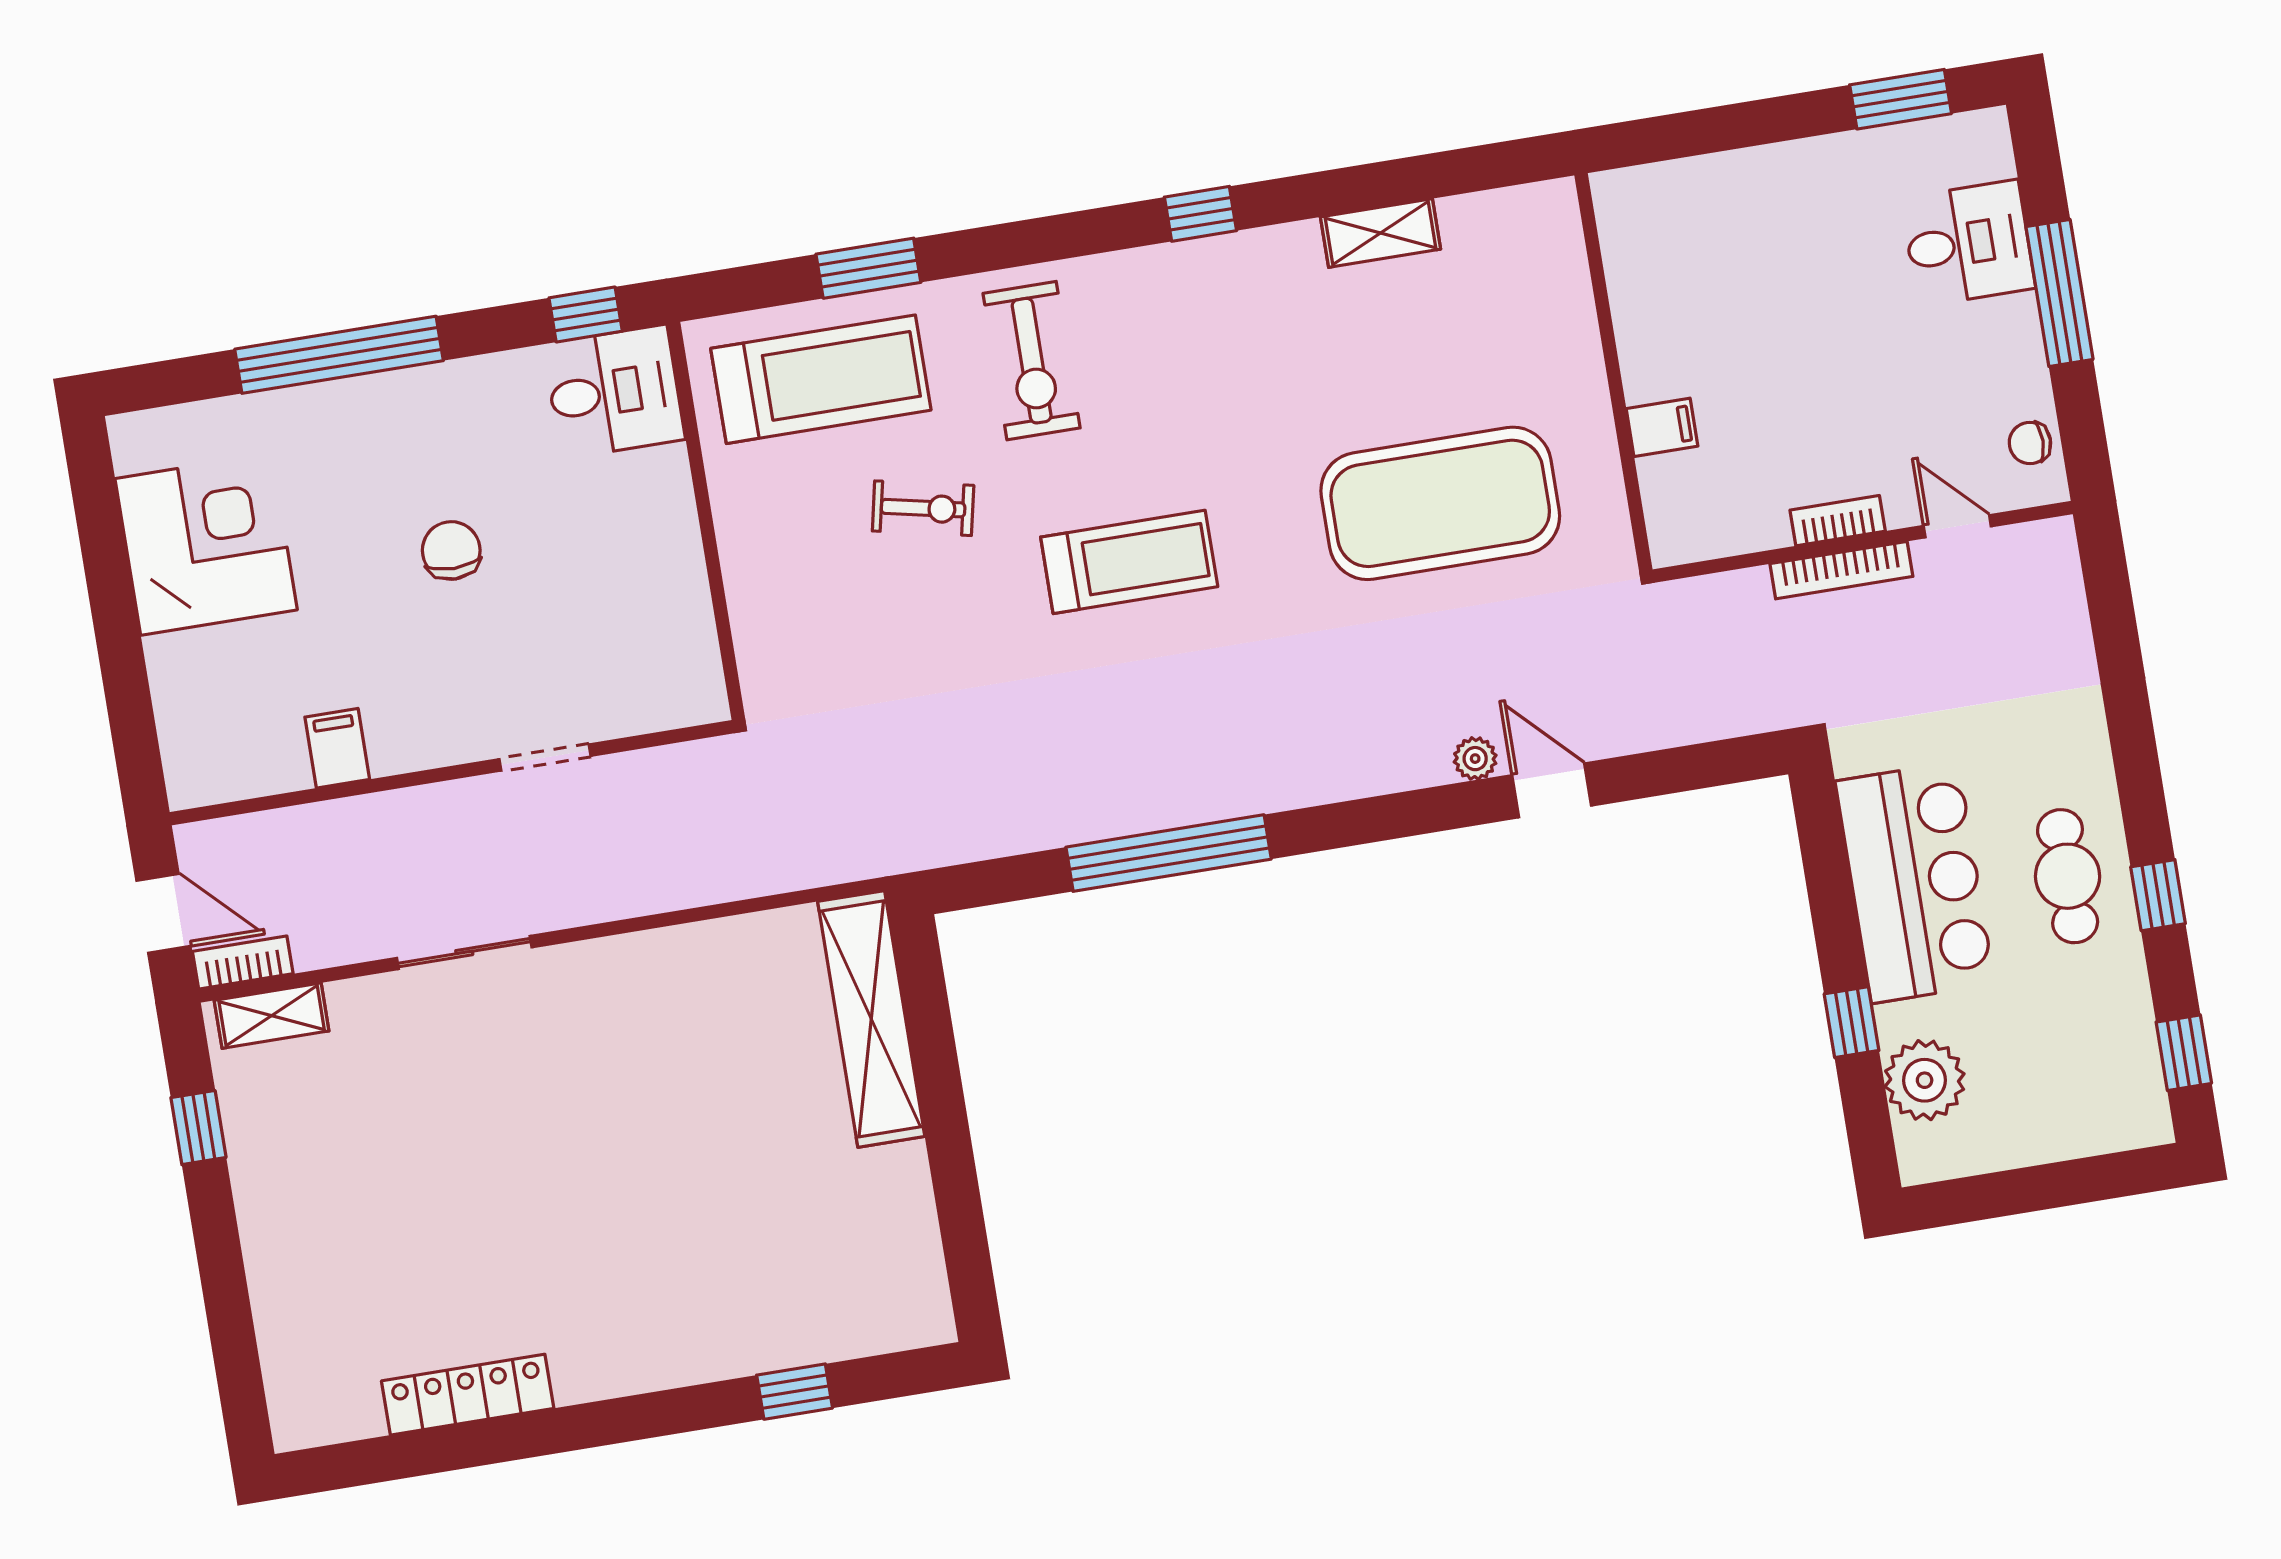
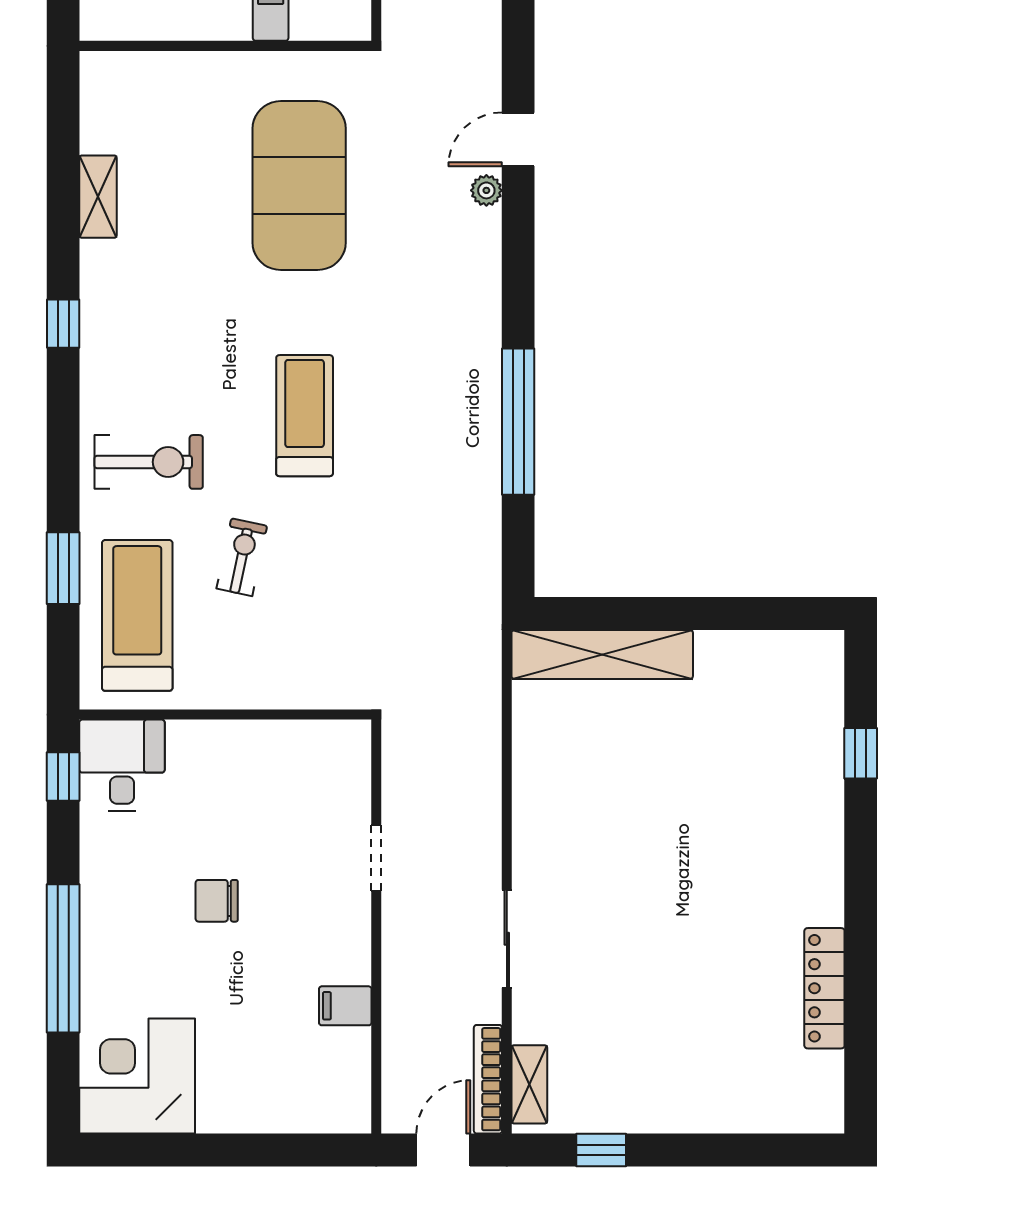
corner desk: (206, 544) -> (137, 1076), moved
bookcase: (243, 963) -> (488, 1079), width x1.56

